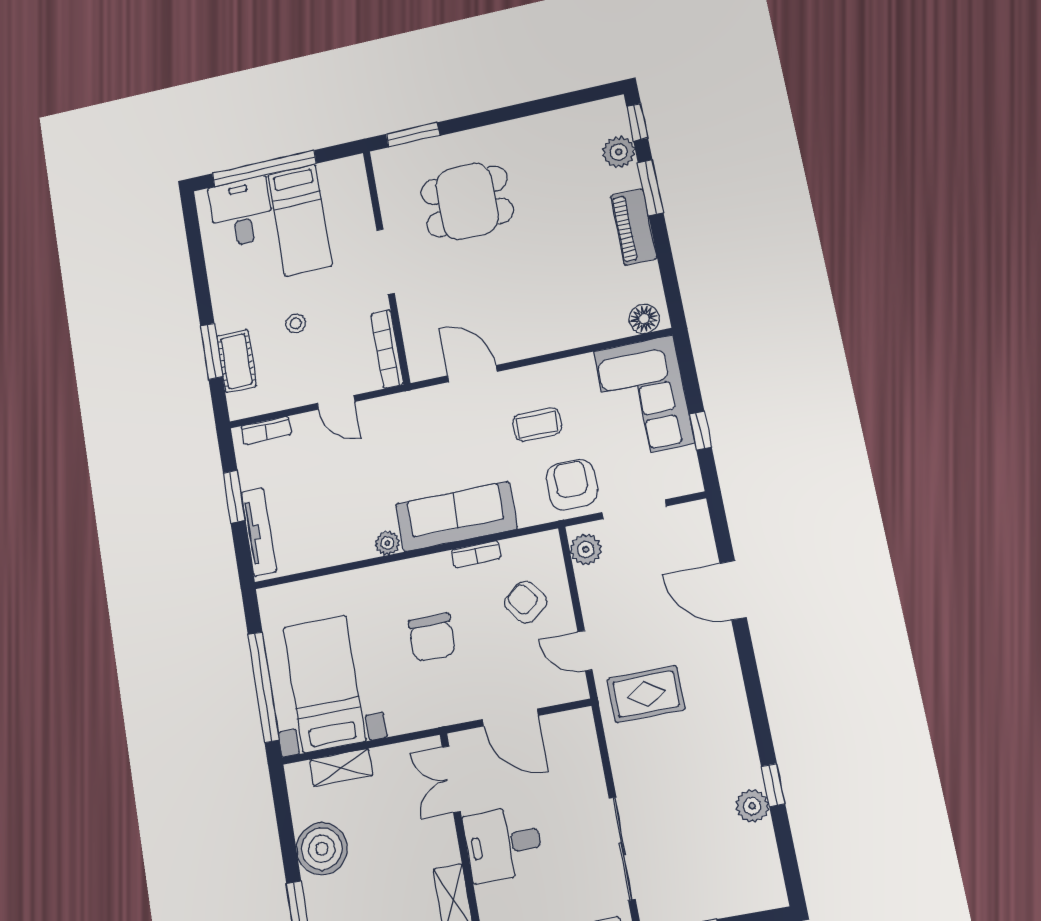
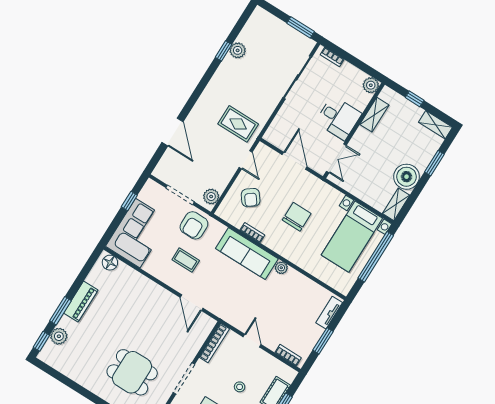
tv unit: (259, 532) -> (329, 313), width x0.71
shelving: (341, 768) -> (396, 204), moved, turned 90

